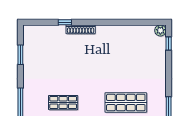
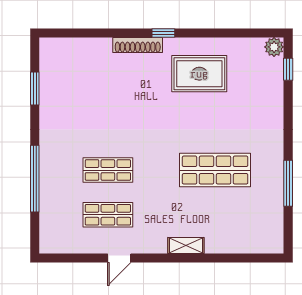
window: (65, 22) -> (163, 33), moved
rug: (117, 46) -> (199, 74), added

